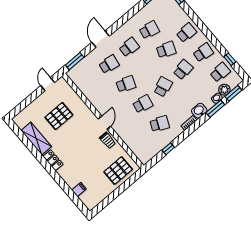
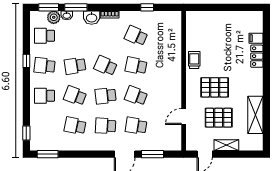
window: (230, 59) -> (26, 61), moved
window: (75, 61) -> (152, 154), moved
school desk: (146, 67) -> (106, 96), added
school desk: (163, 87) -> (106, 66), turned 45
shelving: (38, 102) -> (226, 145), added
door: (104, 123) -> (184, 116), moved
locker: (53, 160) -> (257, 56), moved
pallet: (118, 171) -> (215, 87), moved

